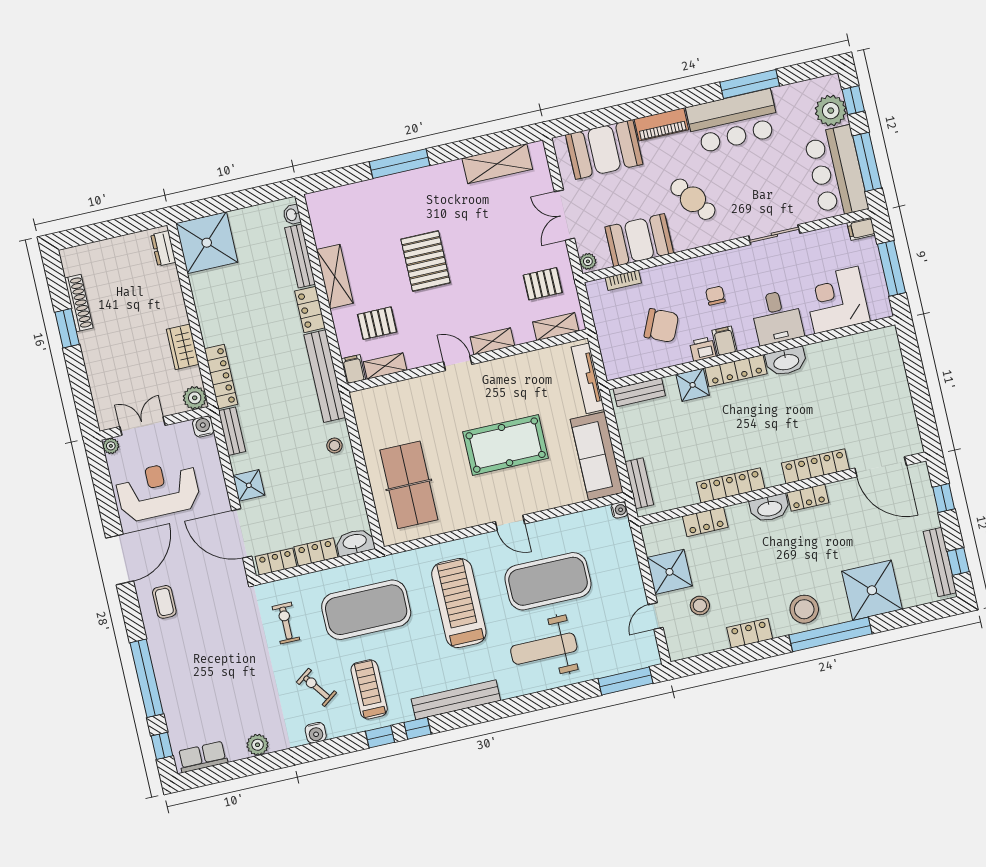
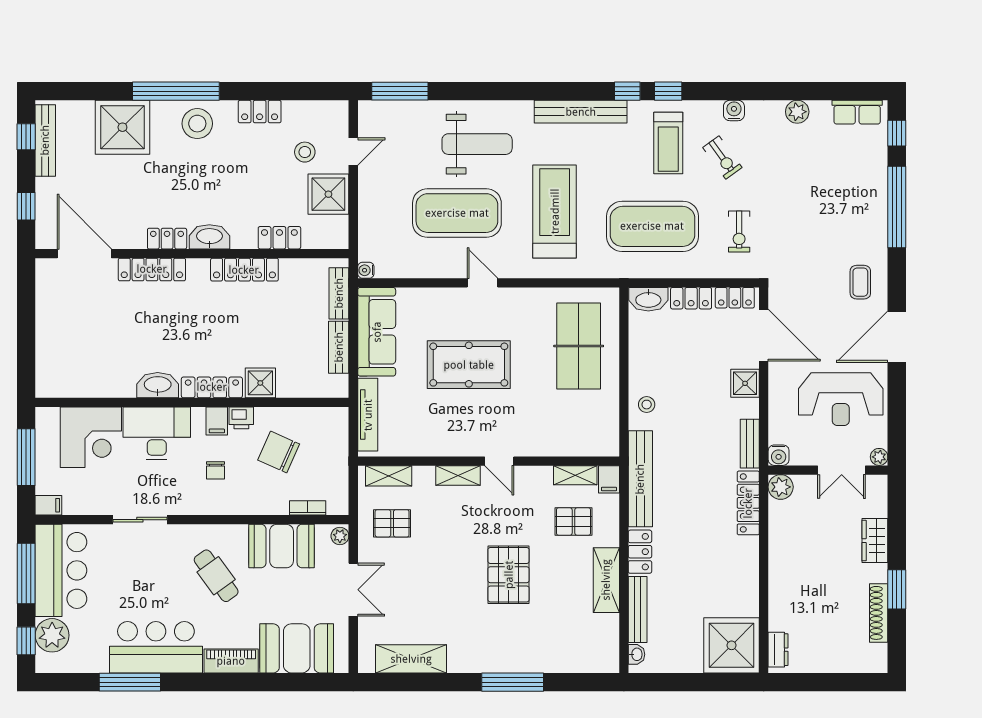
desk: (777, 317) -> (157, 433), width x1.37
wardrobe: (183, 347) -> (875, 541), moved, turned 180
bench: (639, 392) -> (339, 347), moved, turned 90
treadmill: (459, 603) -> (555, 211), turned 180

